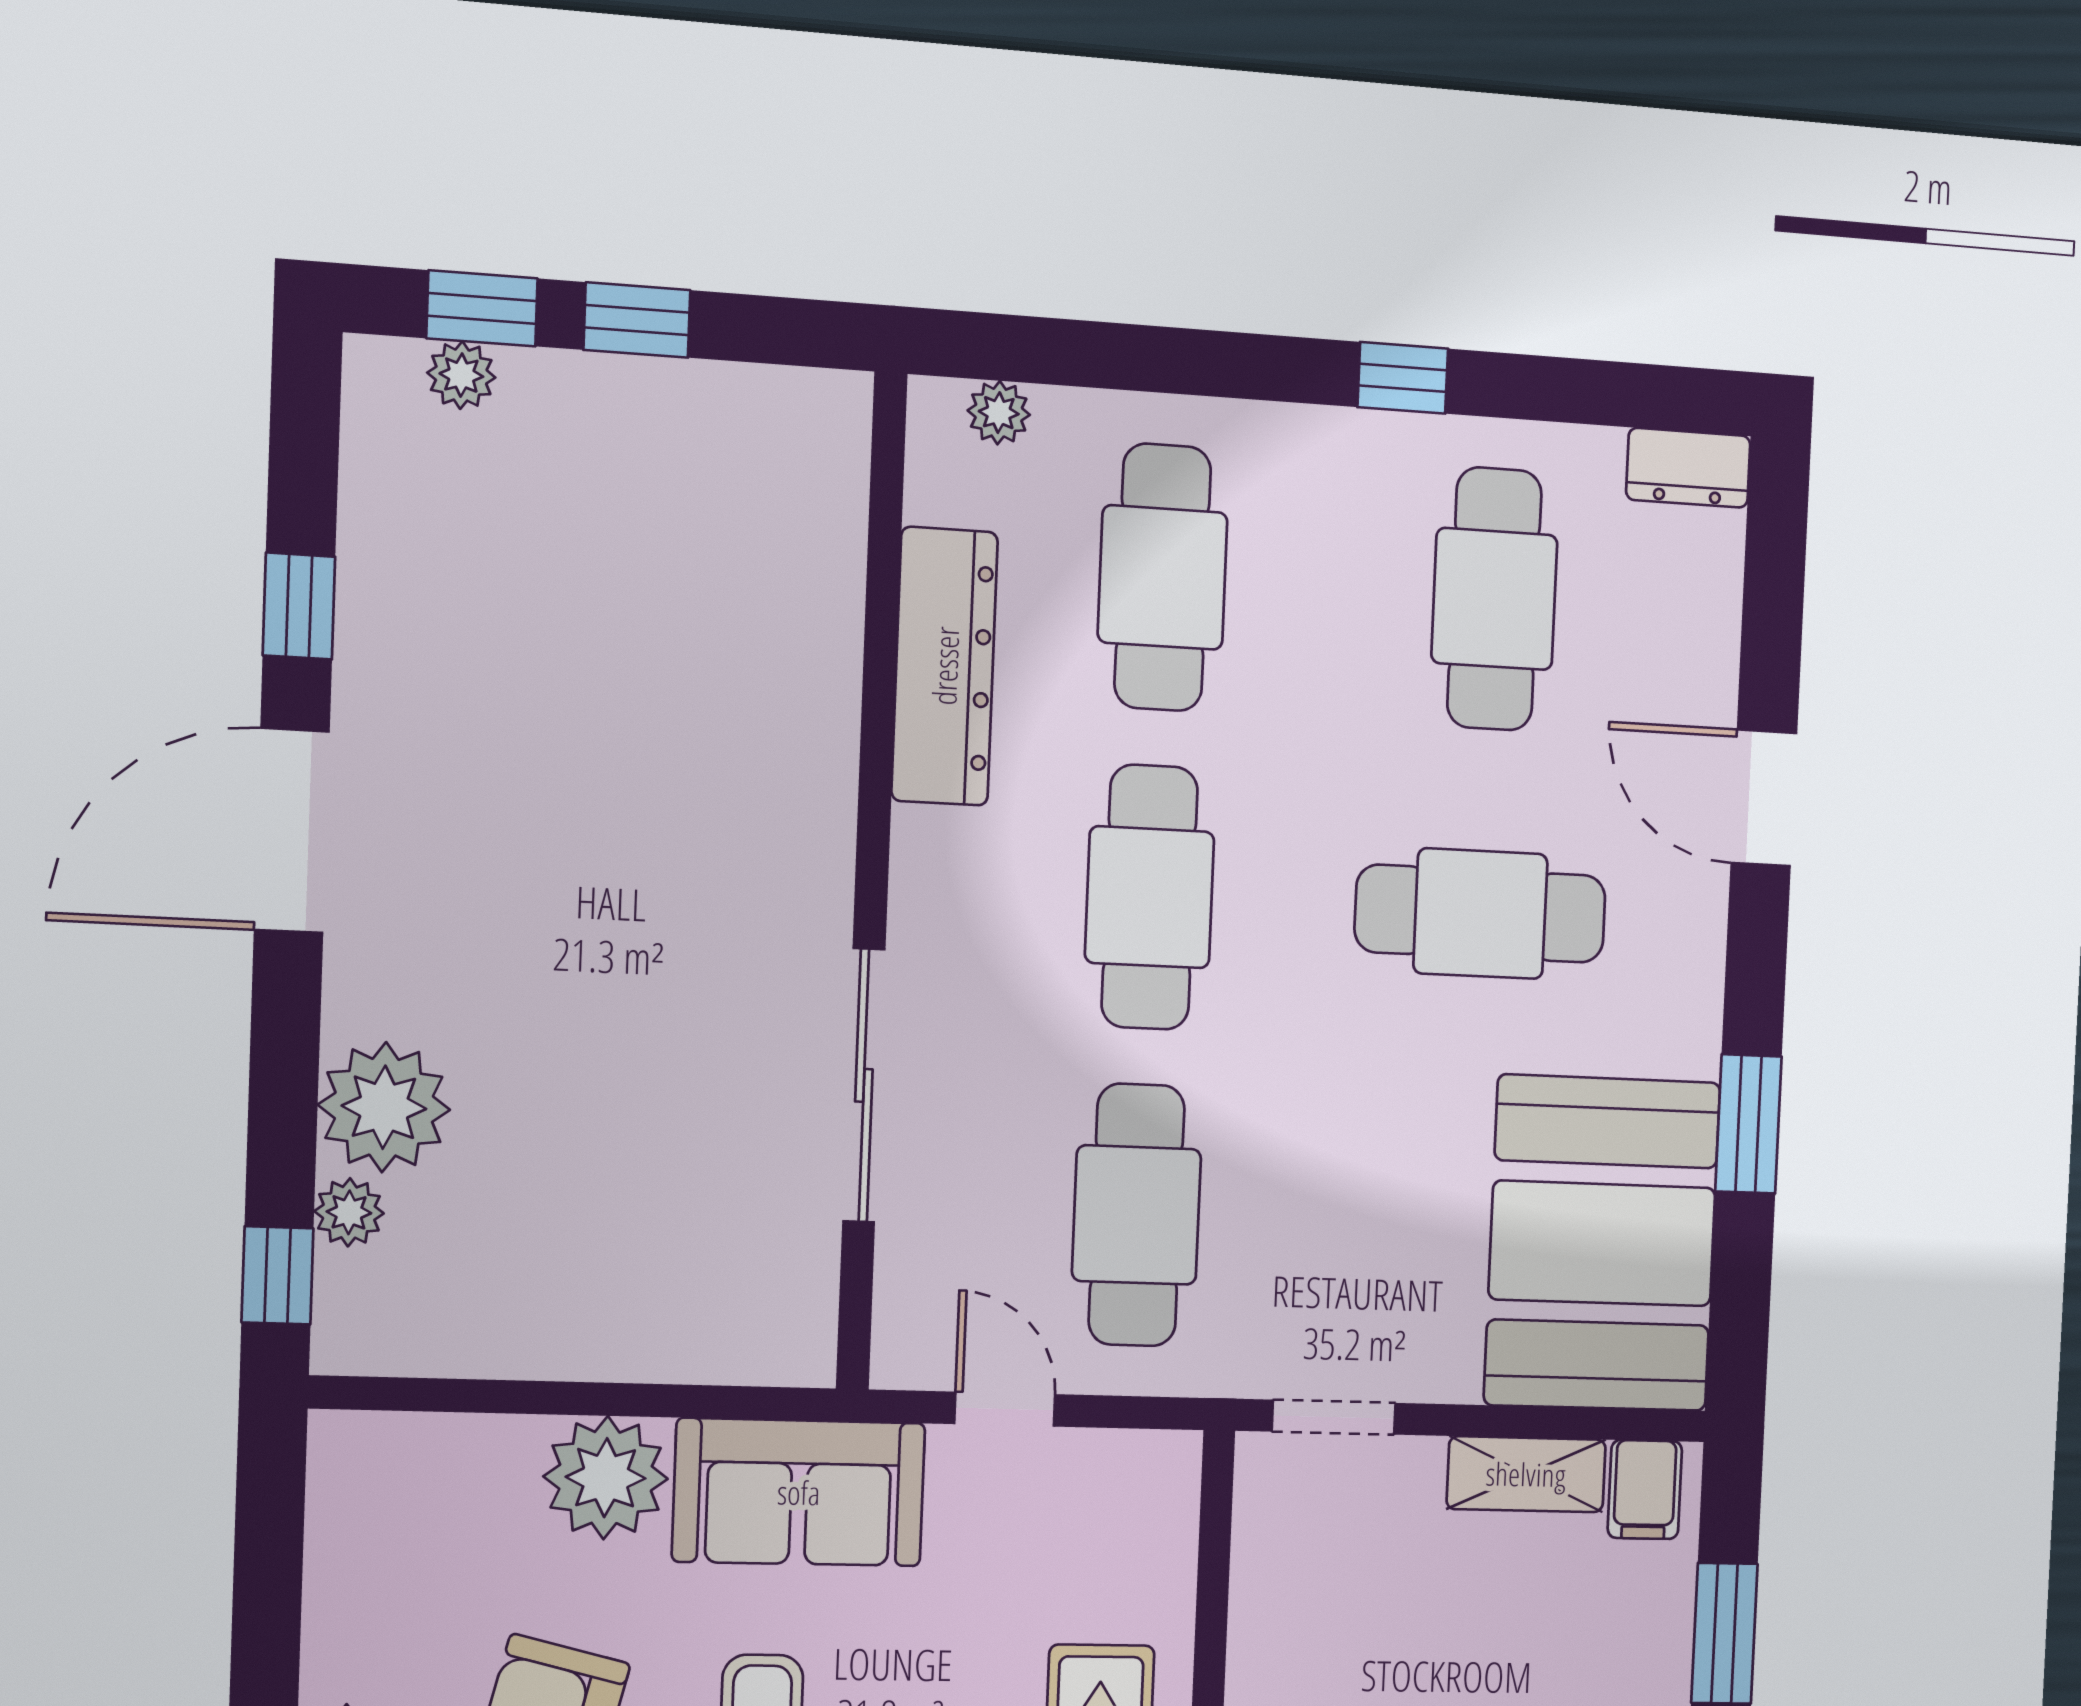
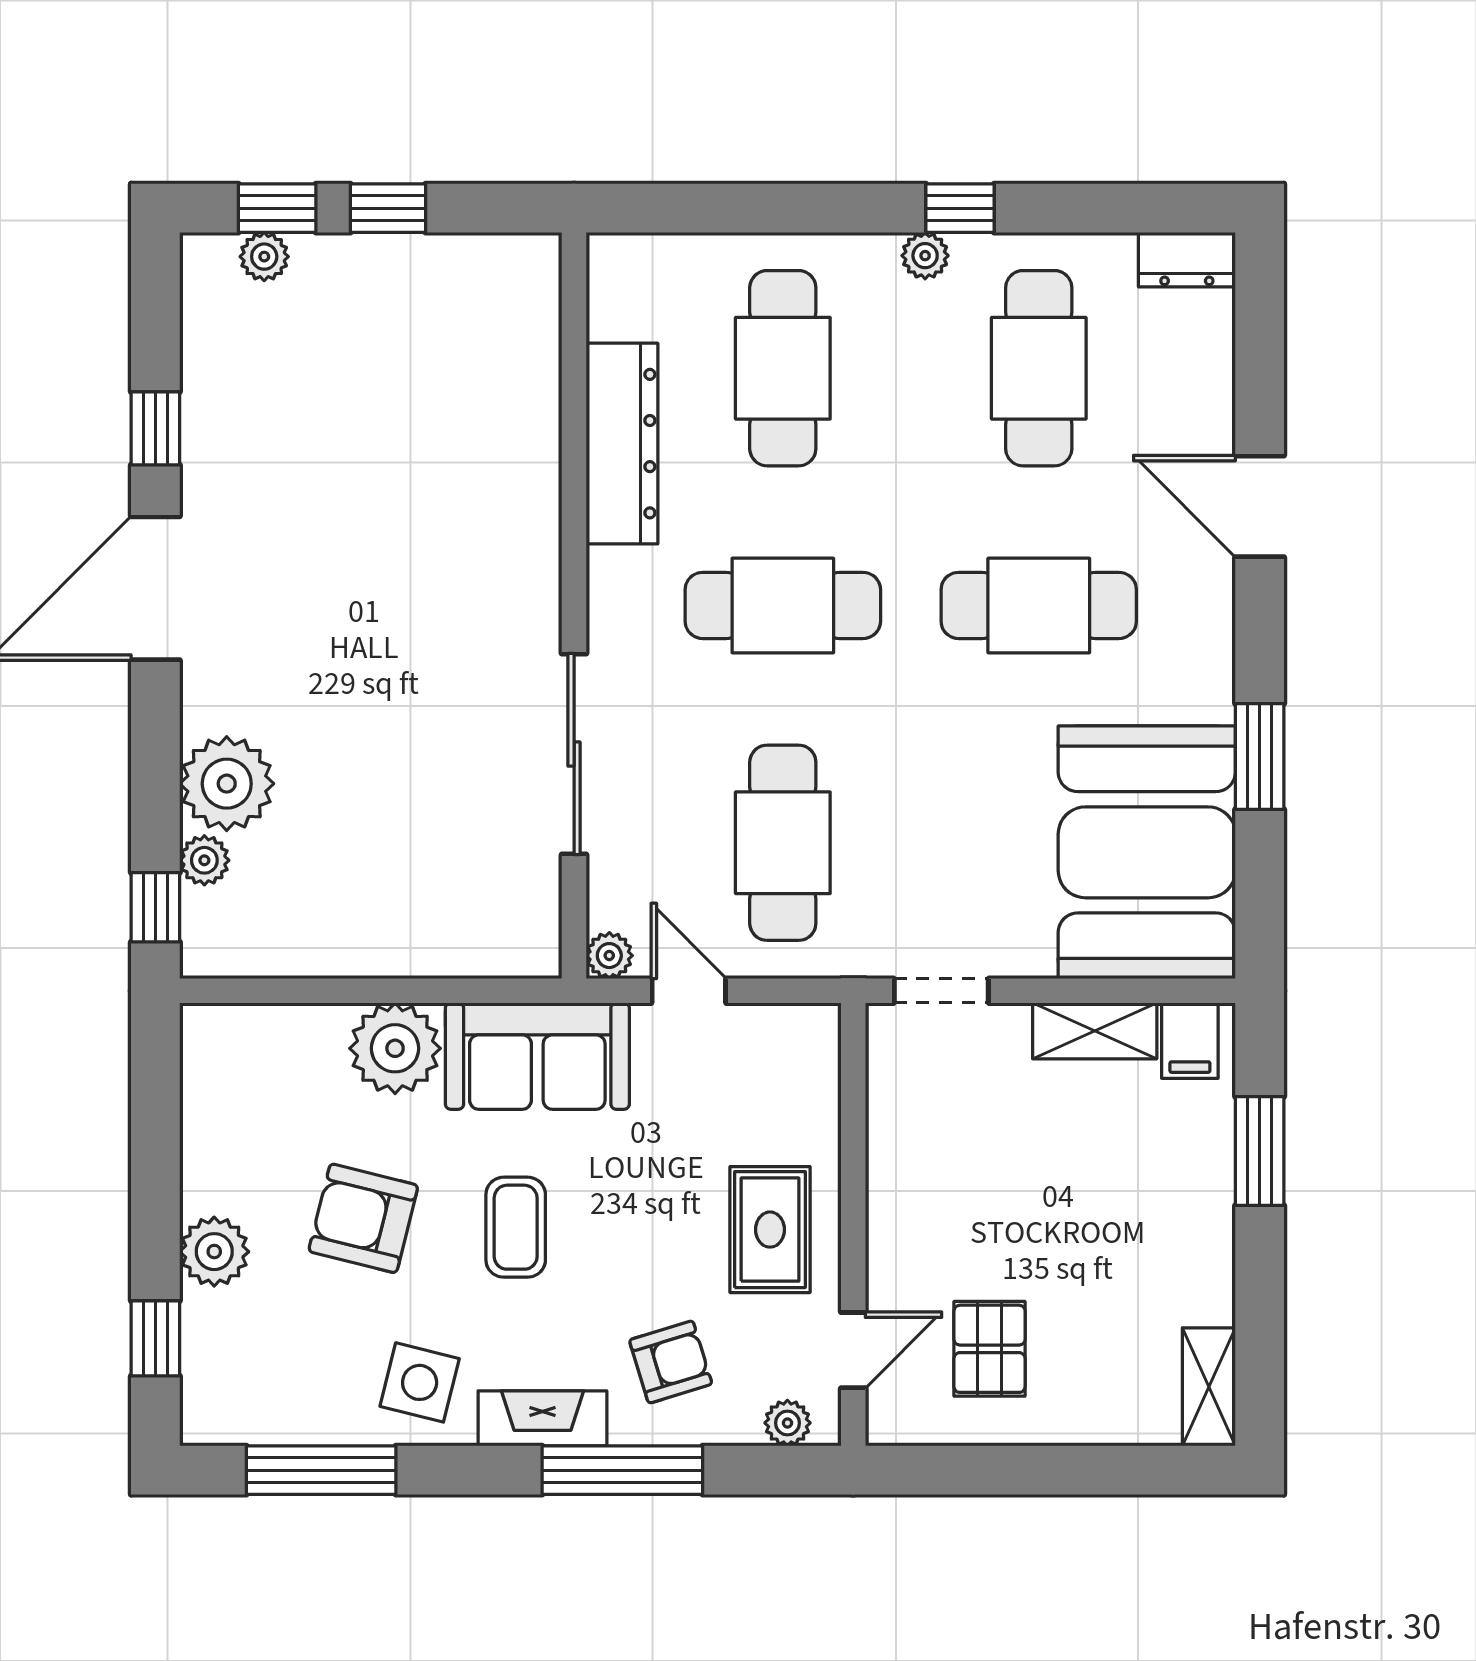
plant: (999, 413) -> (925, 256), moved
cafe table: (1150, 897) -> (783, 605), turned 90
plant: (901, 1359) -> (609, 956), added

